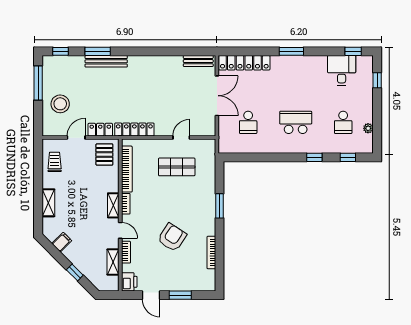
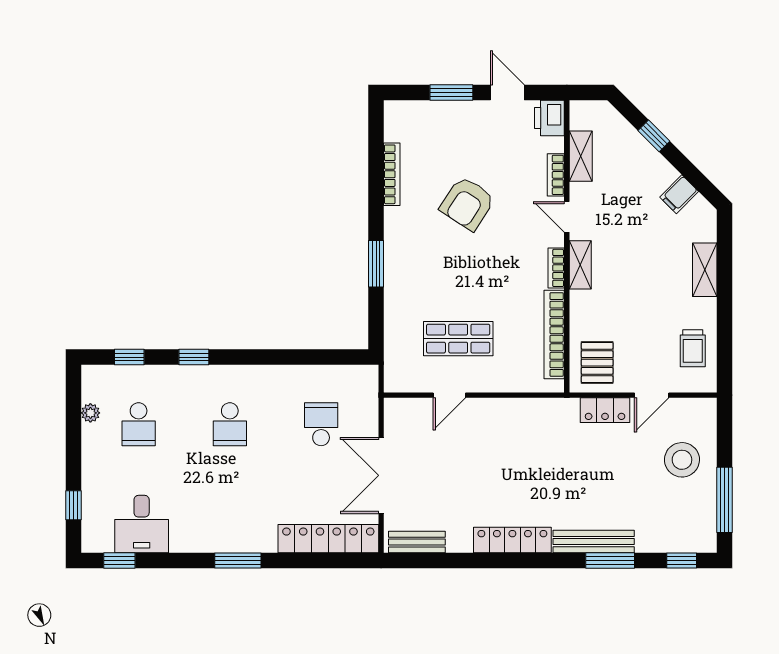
school desk: (296, 122) -> (230, 424), width x0.54
school desk: (343, 122) -> (139, 424), turned 180
locker: (134, 129) -> (512, 540), moved, turned 180

